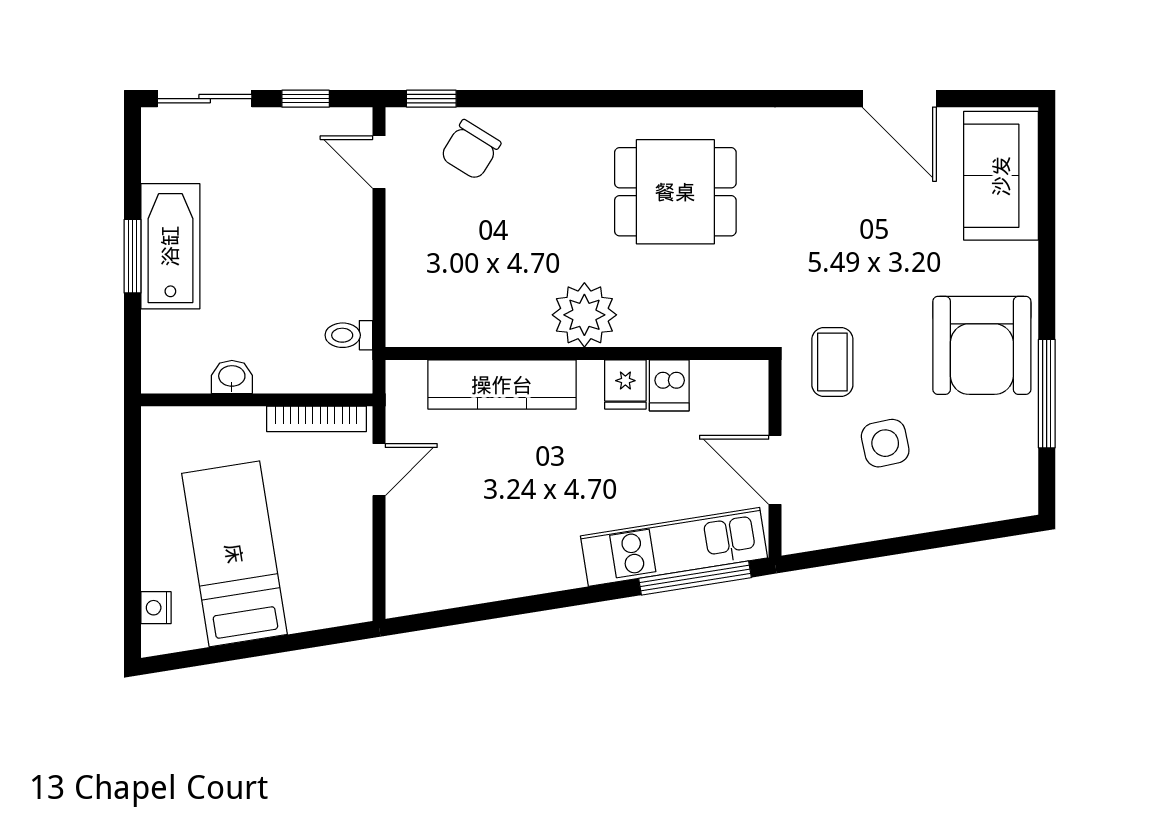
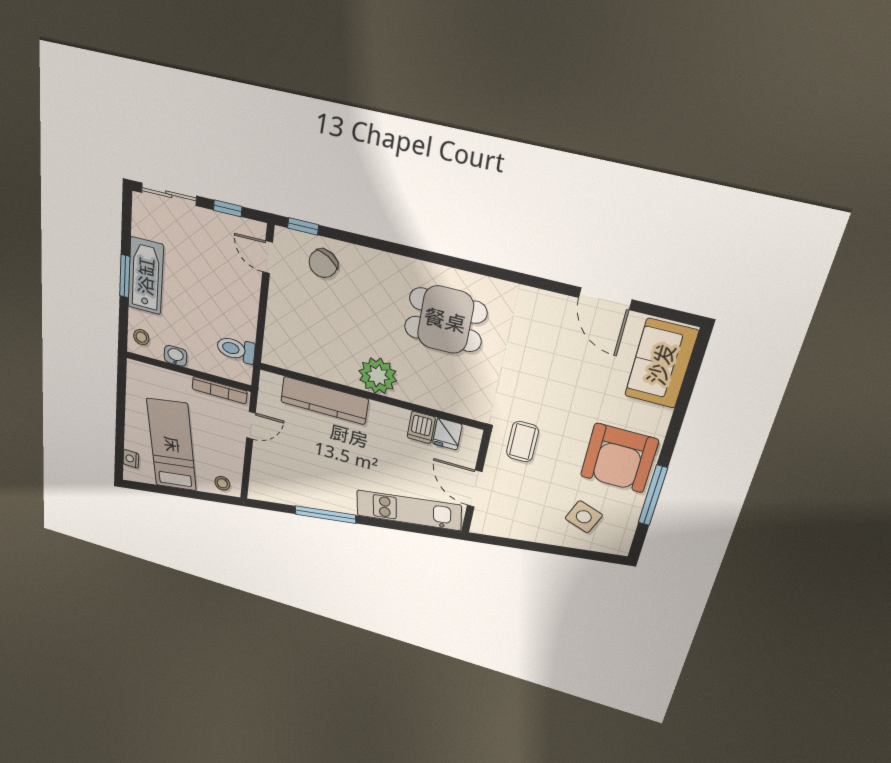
toilet: (349, 335) -> (236, 349), width x1.37, depth x1.39
stool: (167, 359) -> (141, 337), added
fridge: (625, 384) -> (447, 434), moved
side table: (885, 443) -> (584, 517), moved, turned 32
window: (695, 578) -> (325, 515), moved
stool: (336, 602) -> (222, 483), added

